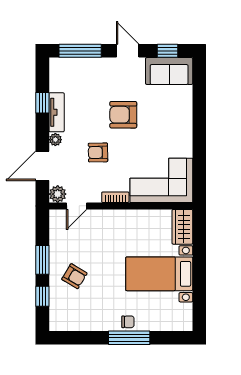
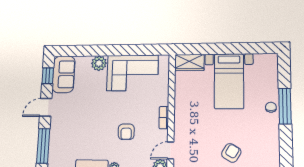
armchair: (123, 115) -> (96, 111), removed
plant: (183, 115) -> (99, 63), added
corner sofa: (161, 180) -> (132, 73), moved, turned -90
door: (76, 206) -> (170, 150), swing flipped

